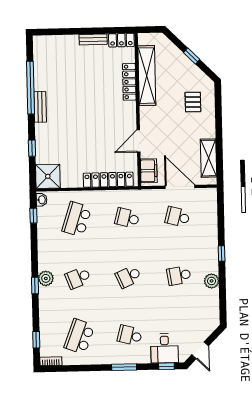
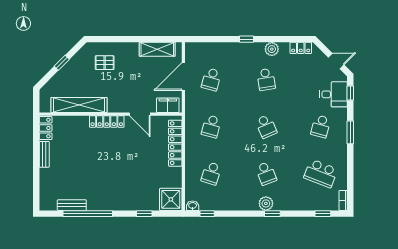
locker: (129, 82) -> (107, 121), moved
bench: (40, 107) -> (72, 205), moved
school desk: (77, 219) -> (211, 173), width x0.54
locker: (213, 312) -> (301, 48), added

